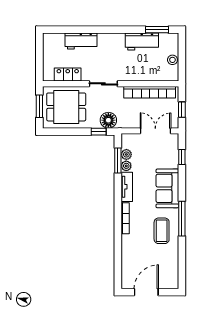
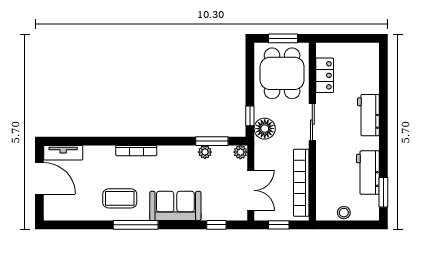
workbench: (81, 41) -> (368, 115), moved
plant: (126, 154) -> (240, 152), moved
tv unit: (127, 187) -> (63, 153), moved

